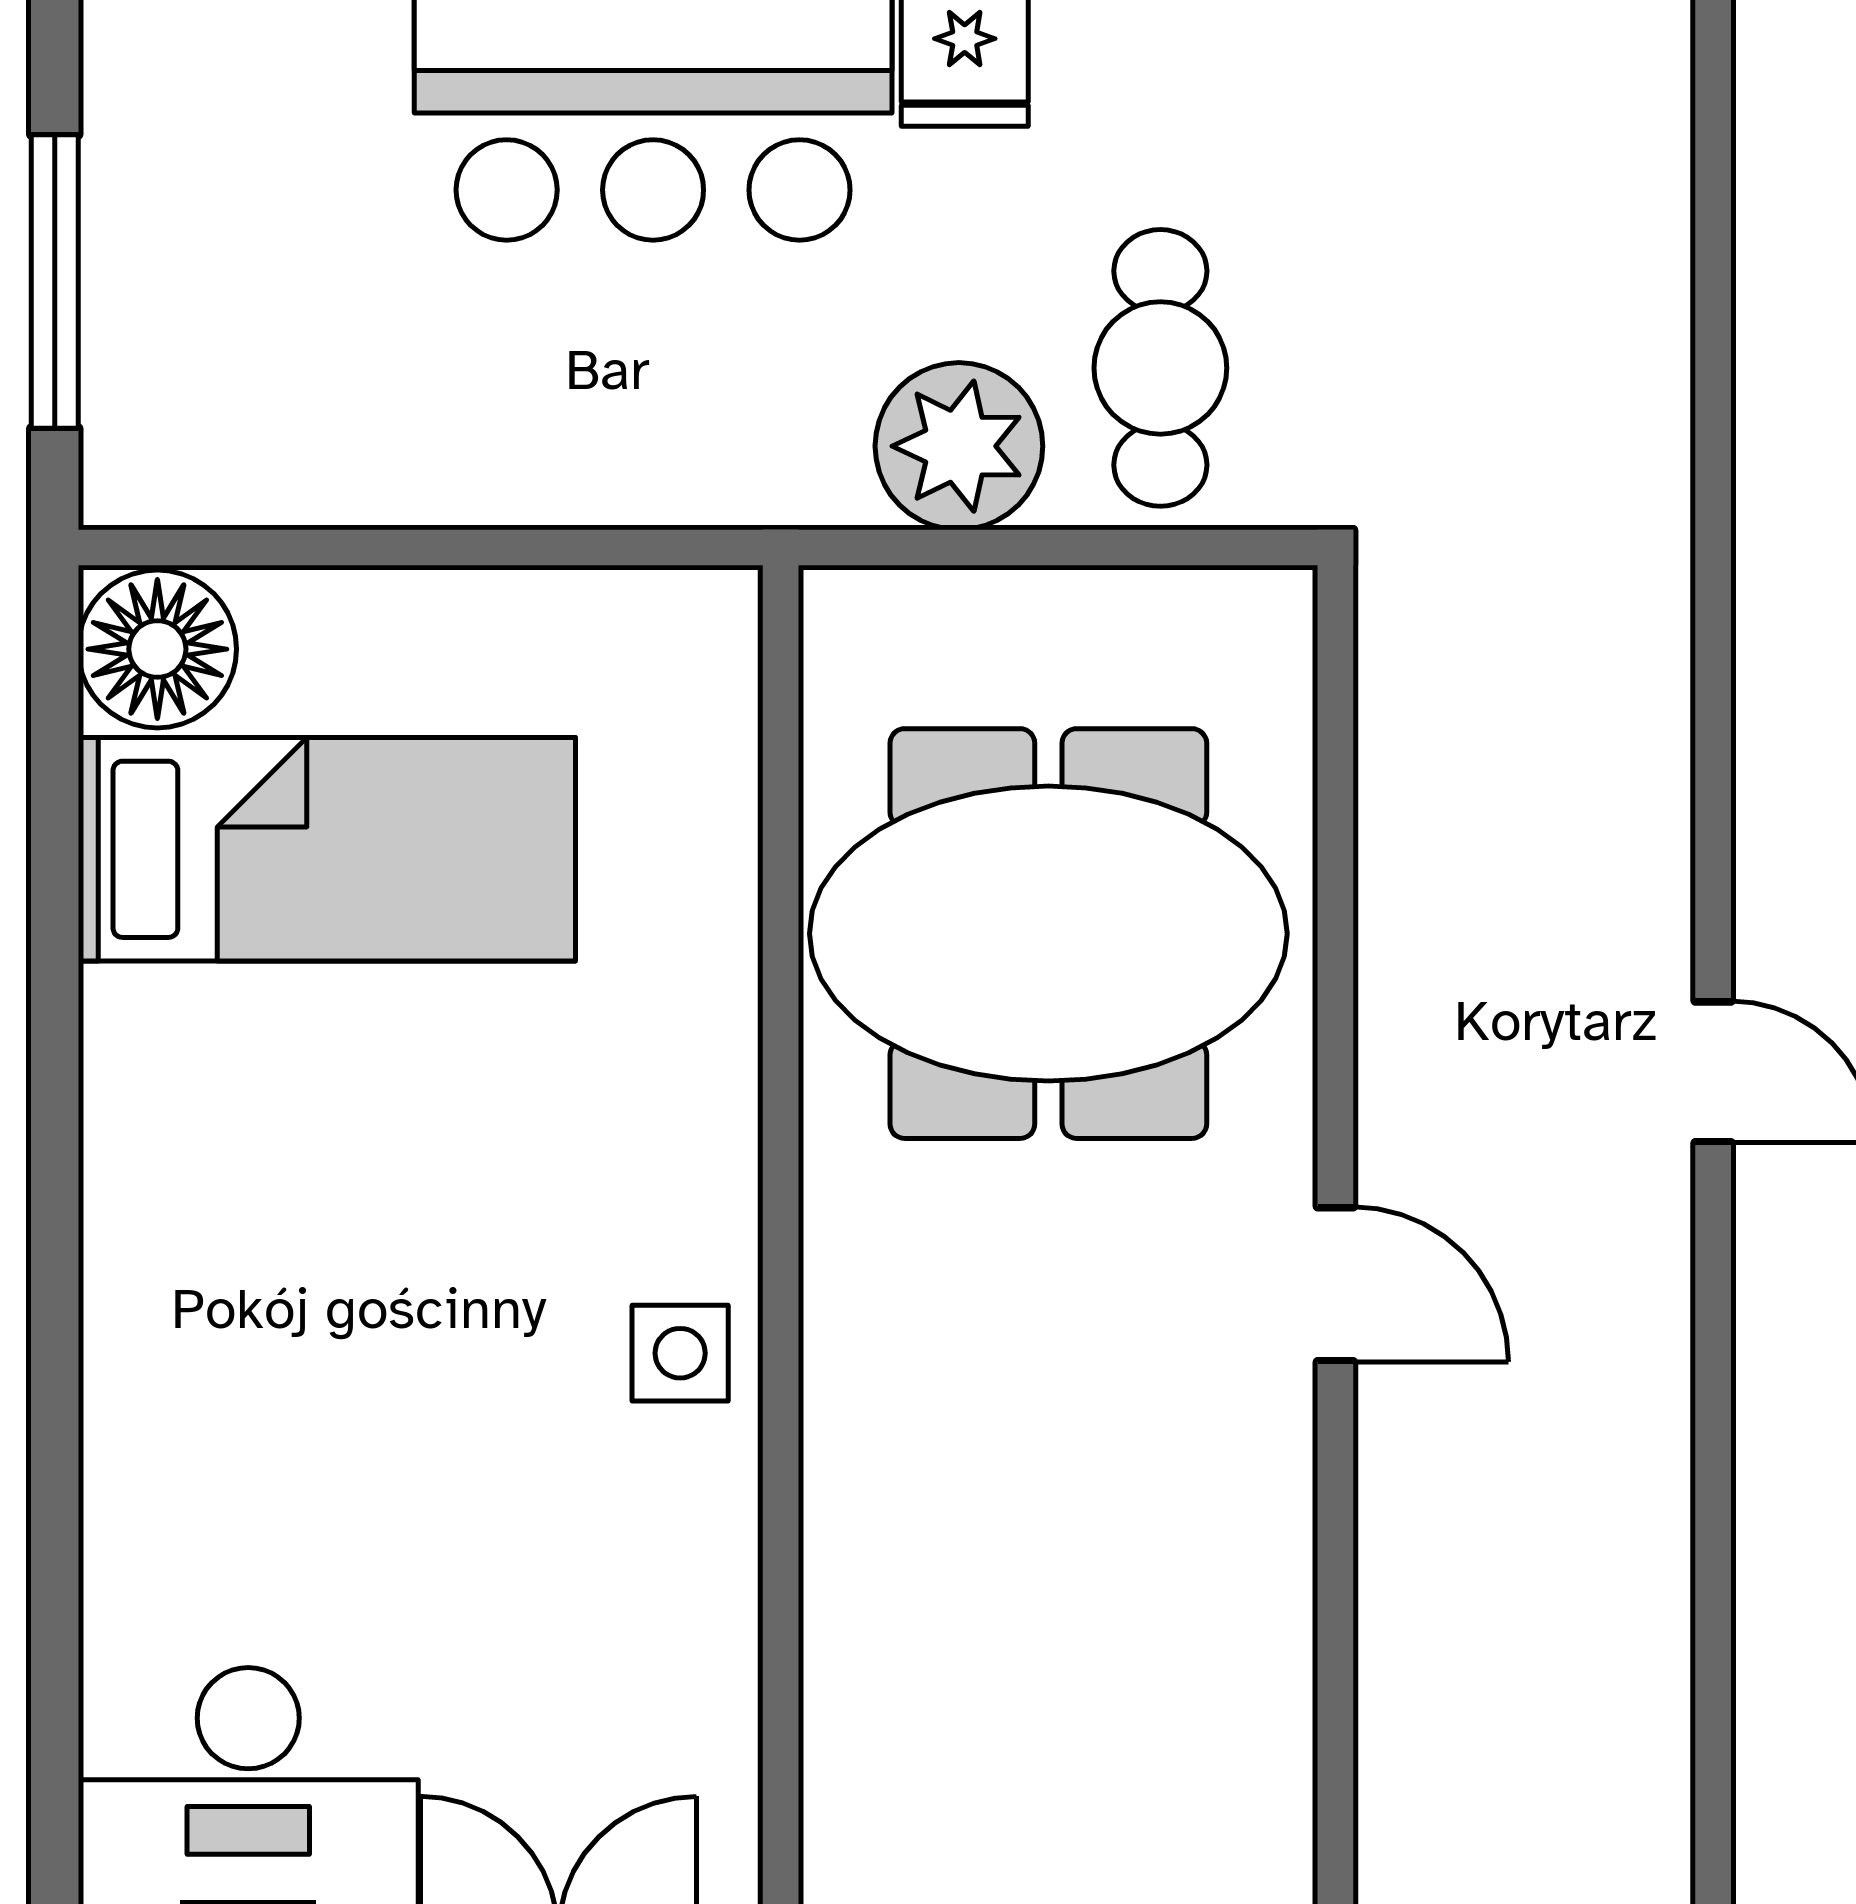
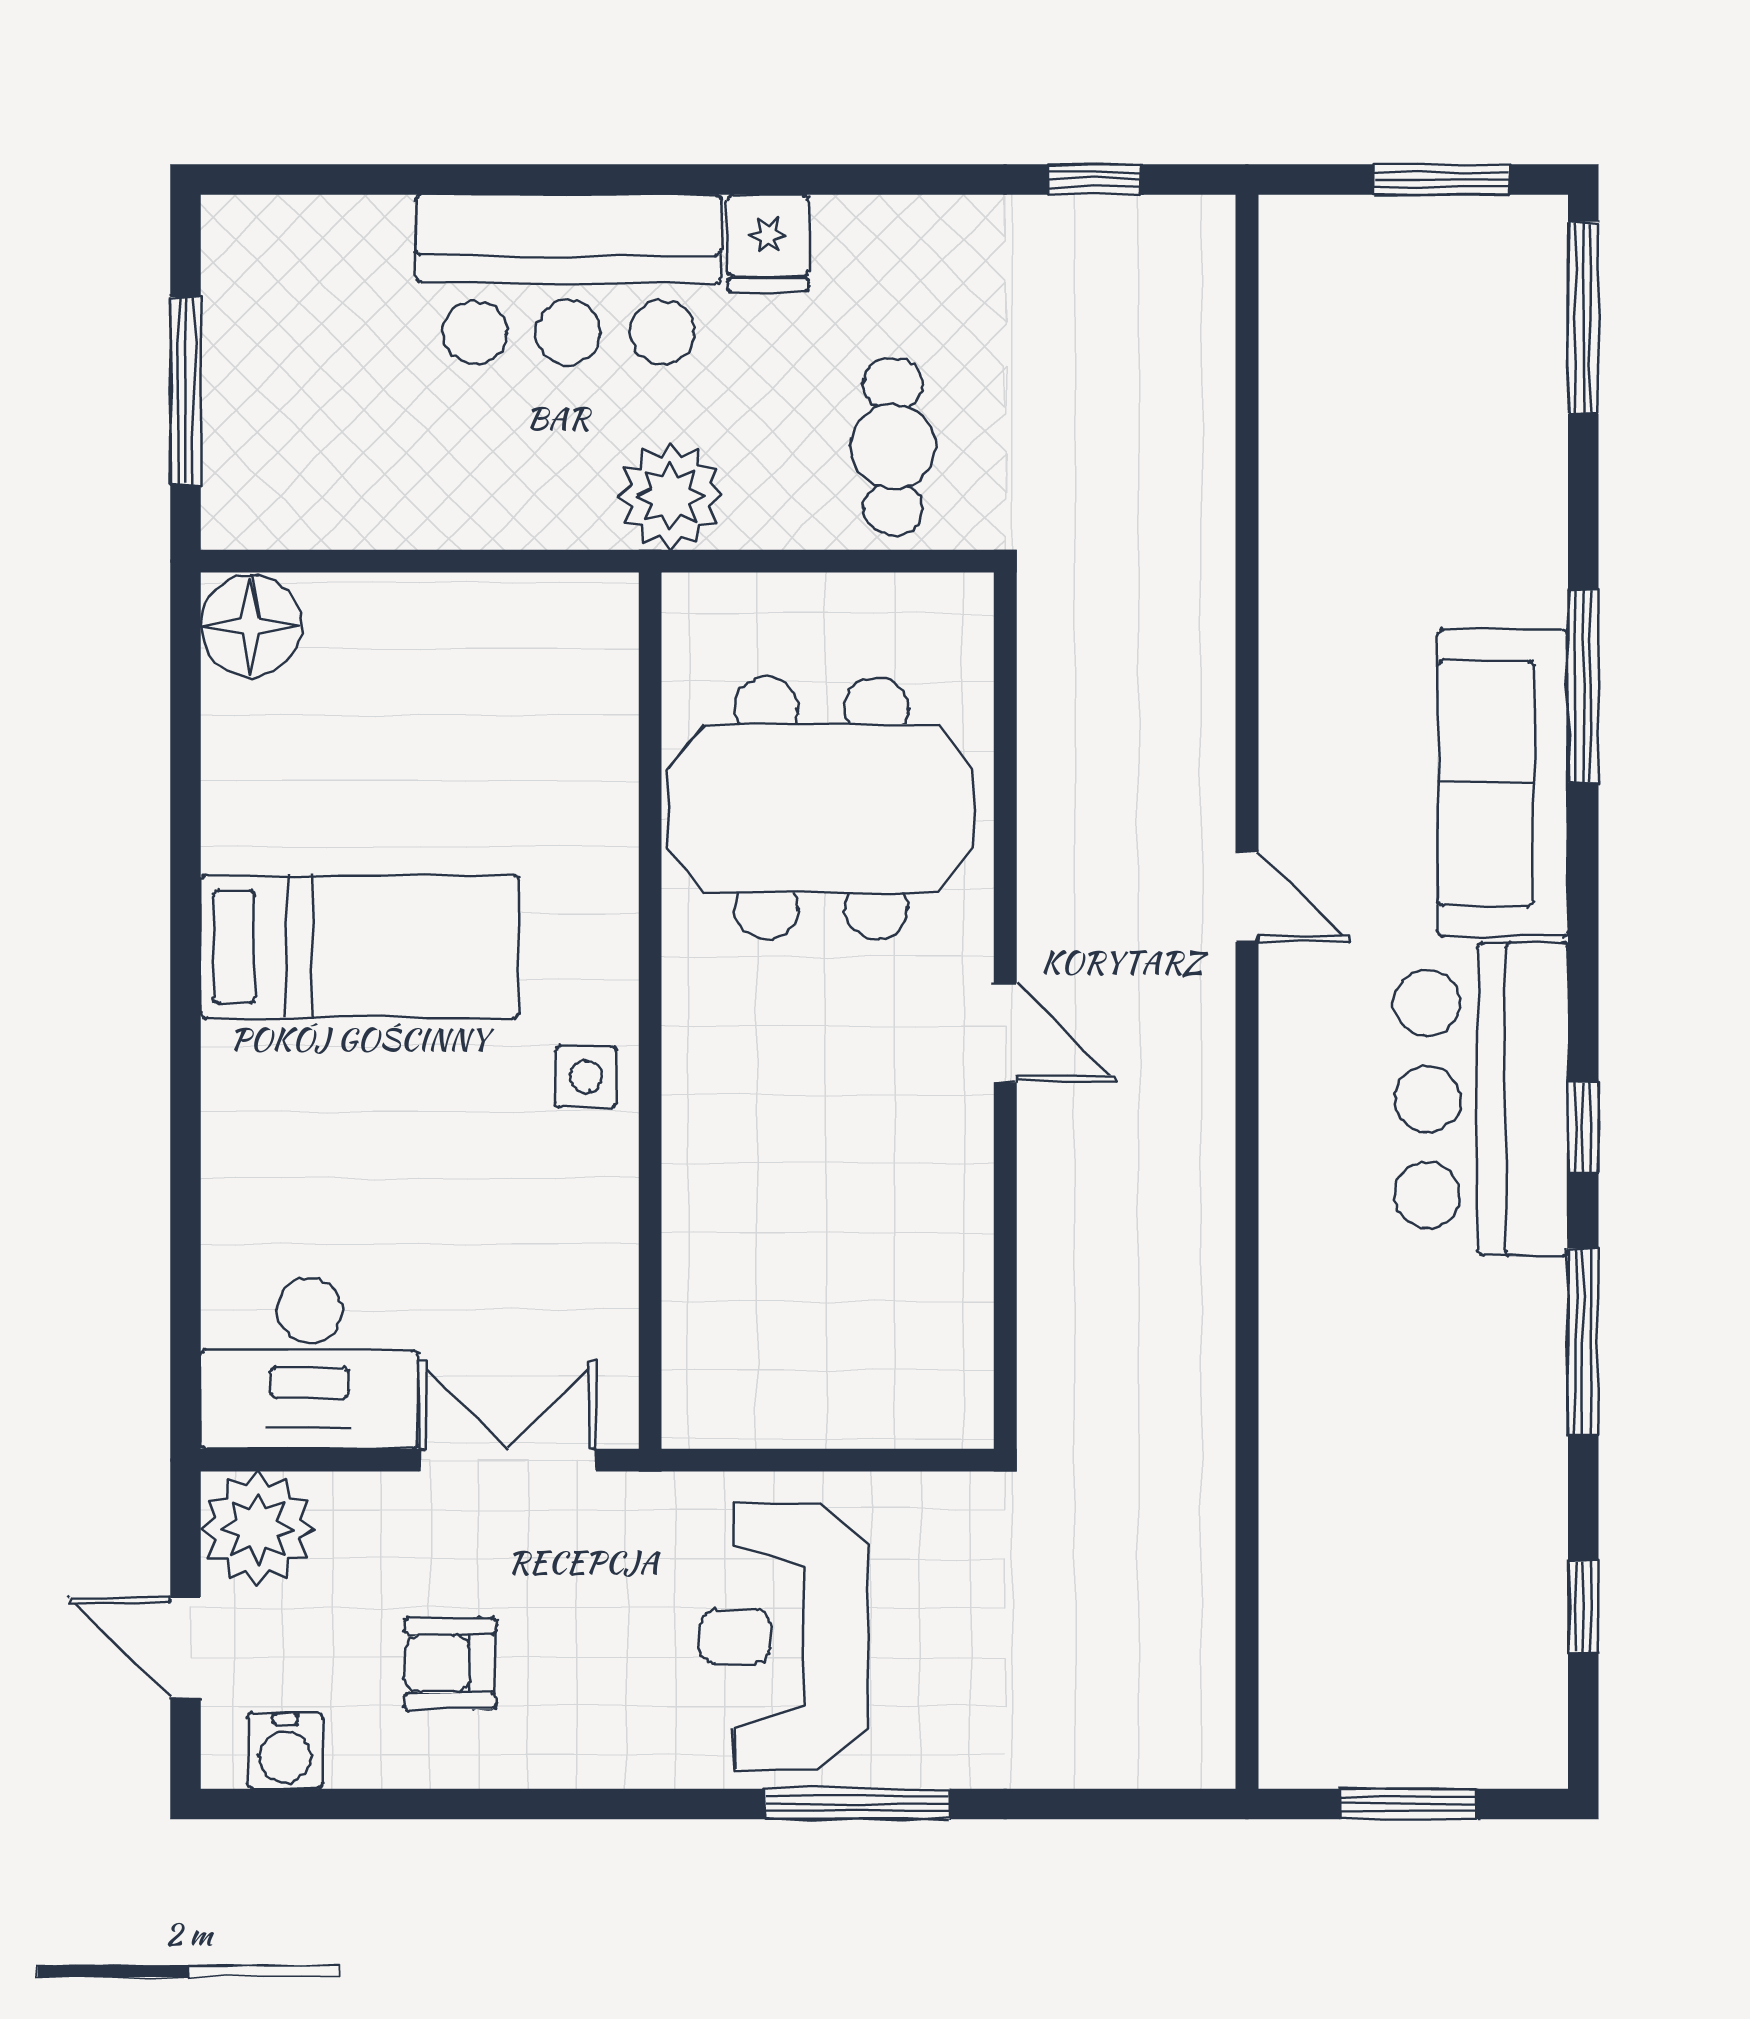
plant: (959, 446) -> (670, 496), moved
bed: (327, 849) -> (360, 947), moved

